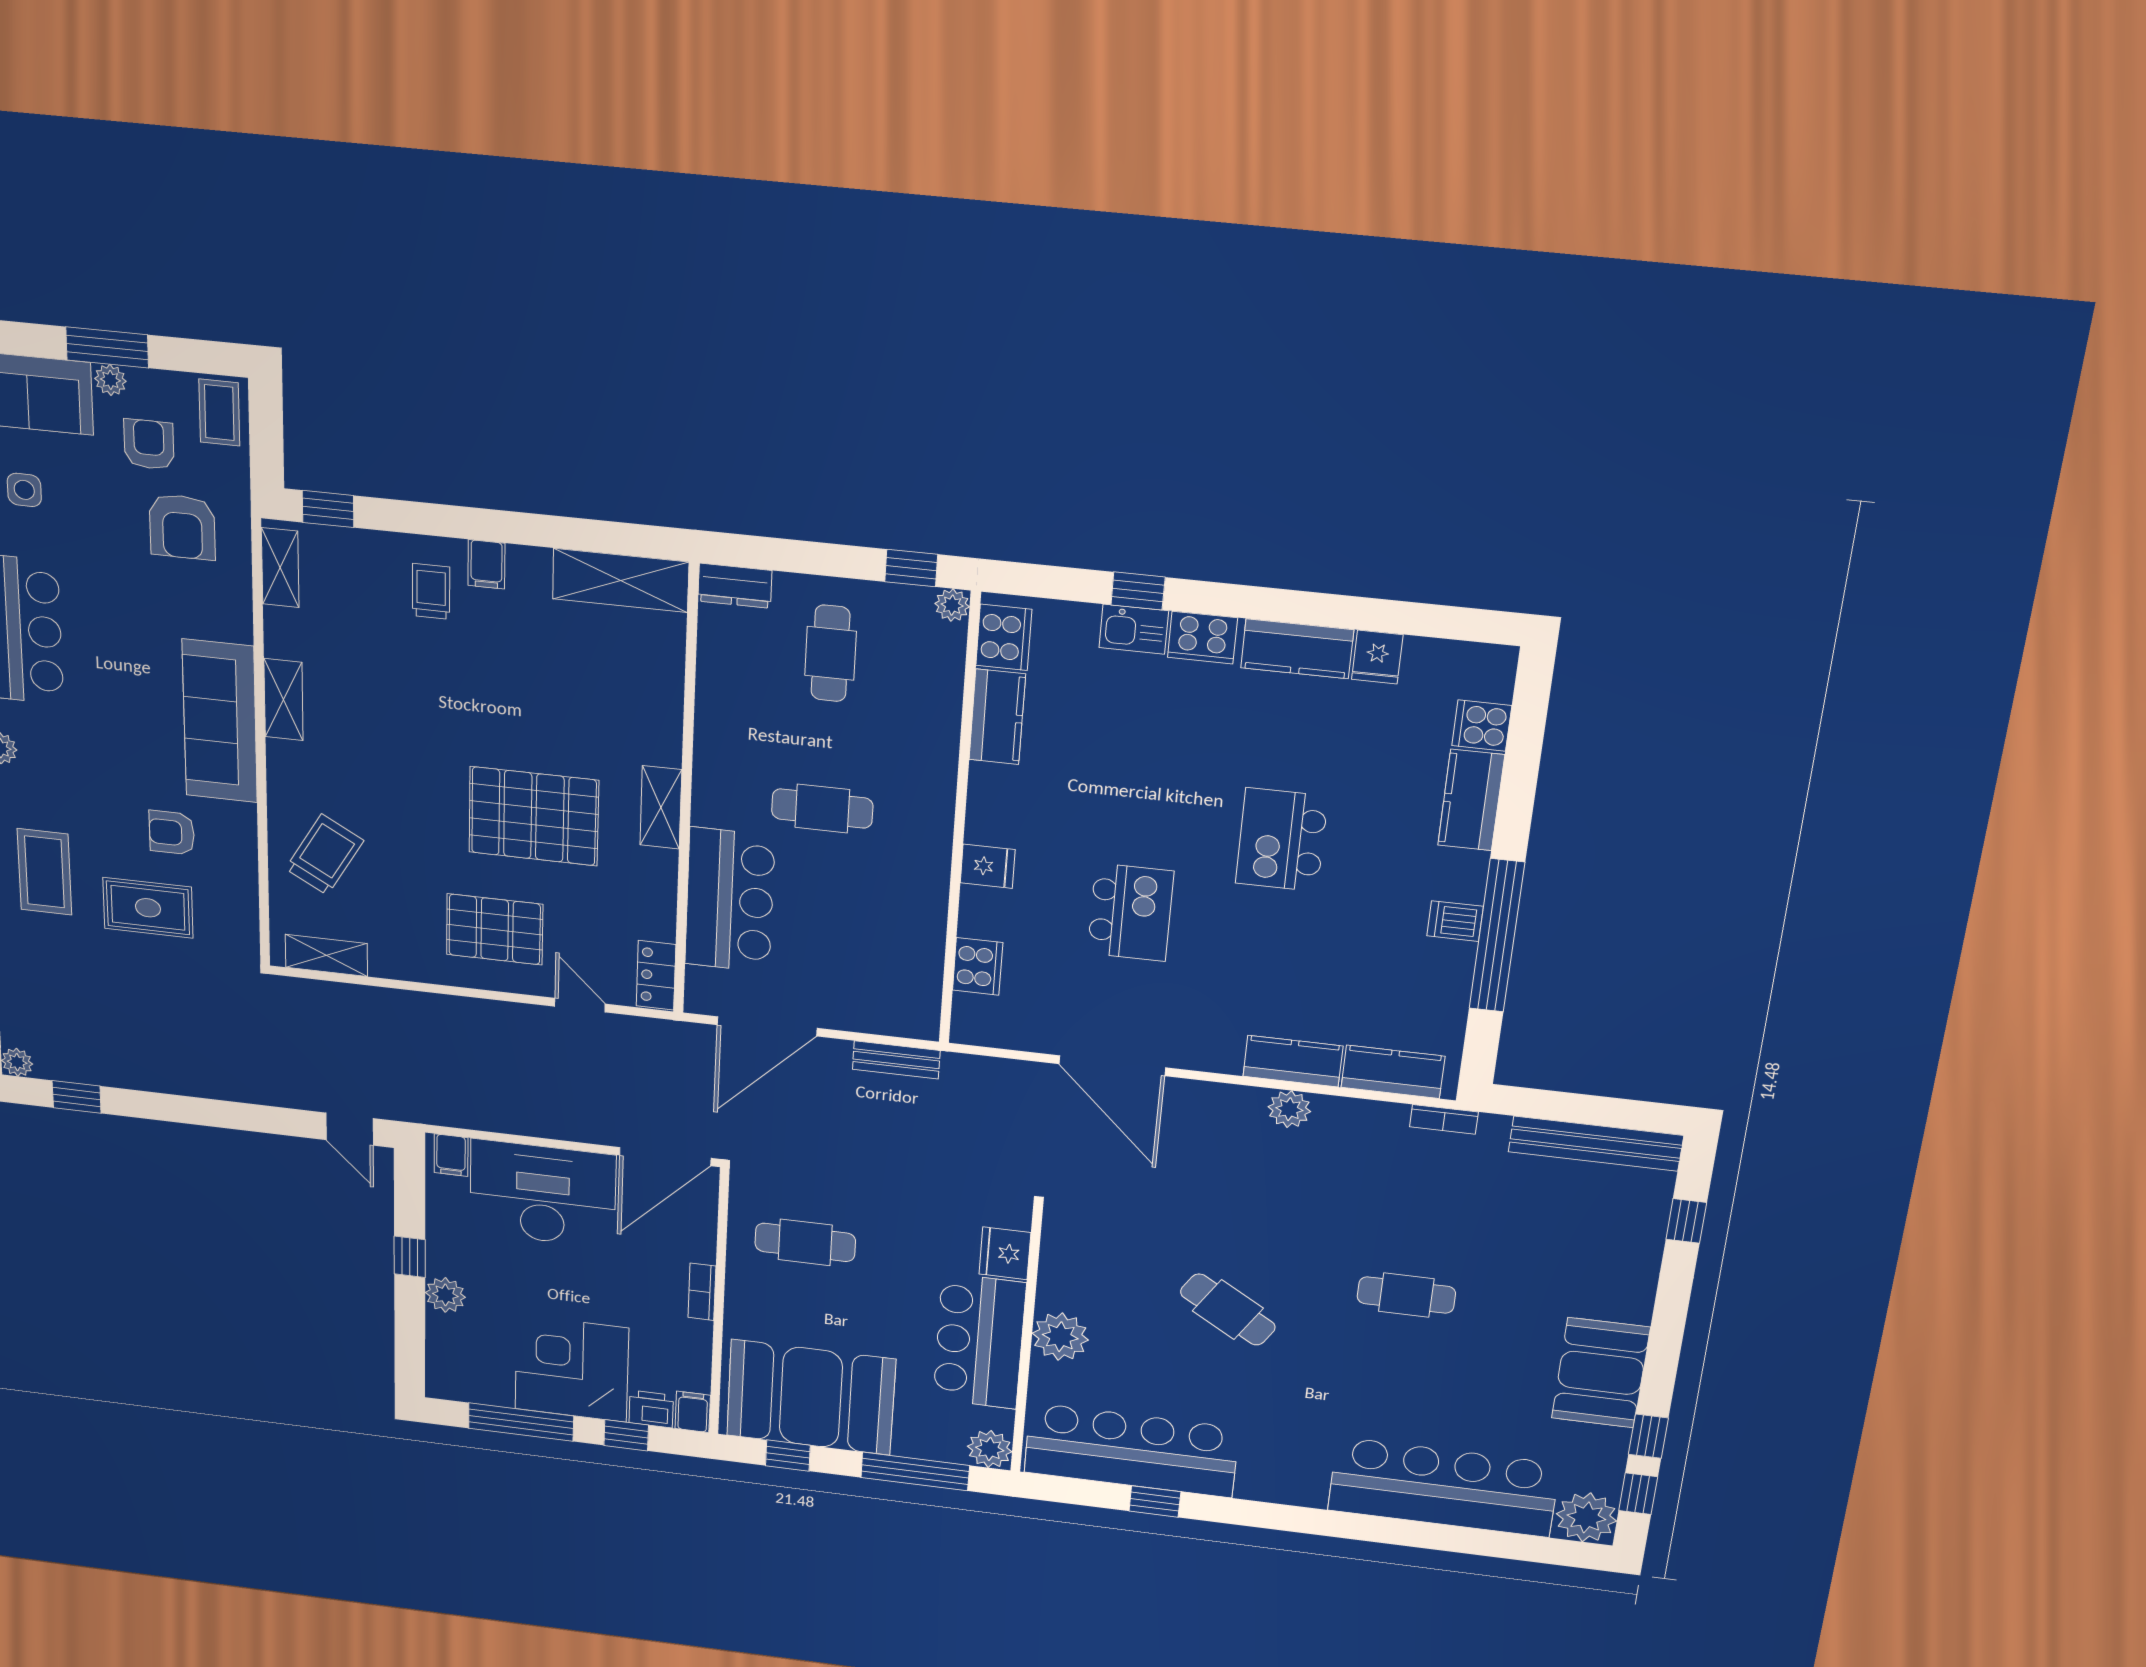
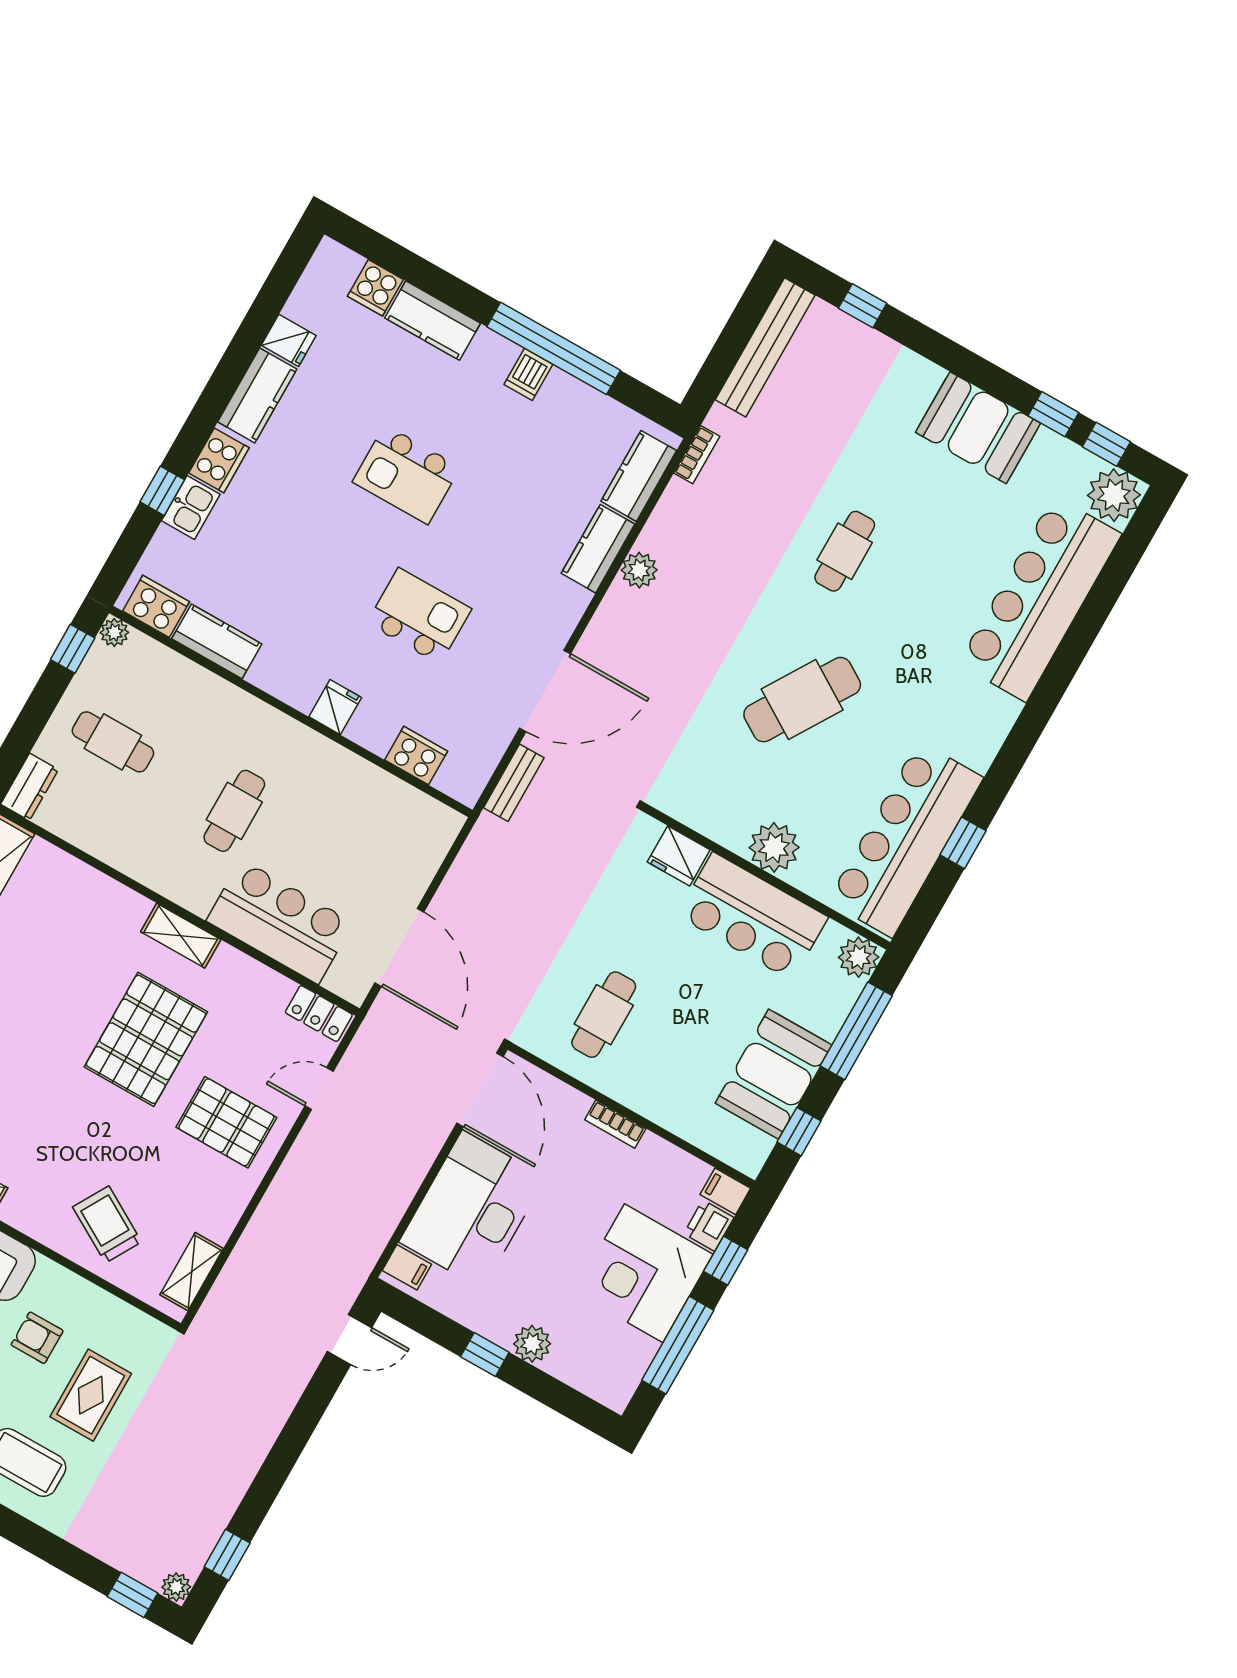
armchair: (172, 833) -> (37, 1338), turned 90
pallet: (495, 929) -> (226, 1122), turned 90
bench: (896, 1060) -> (514, 783), moved
cafe table: (1228, 1310) -> (802, 700), width x1.37, depth x1.35
booth: (811, 1397) -> (774, 1074), width x0.73, depth x0.70

